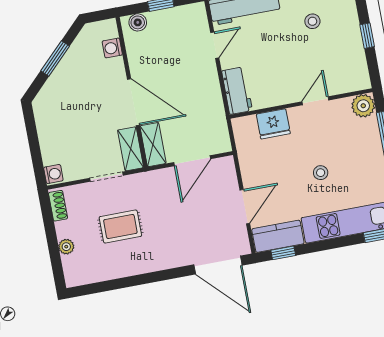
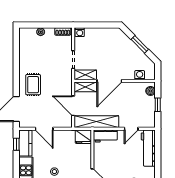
door: (215, 45) -> (131, 129), hinge flipped
shelving: (214, 112) -> (96, 122), added
fridge: (273, 124) -> (83, 137), moved, turned -90
rug: (120, 226) -> (33, 85), moved

